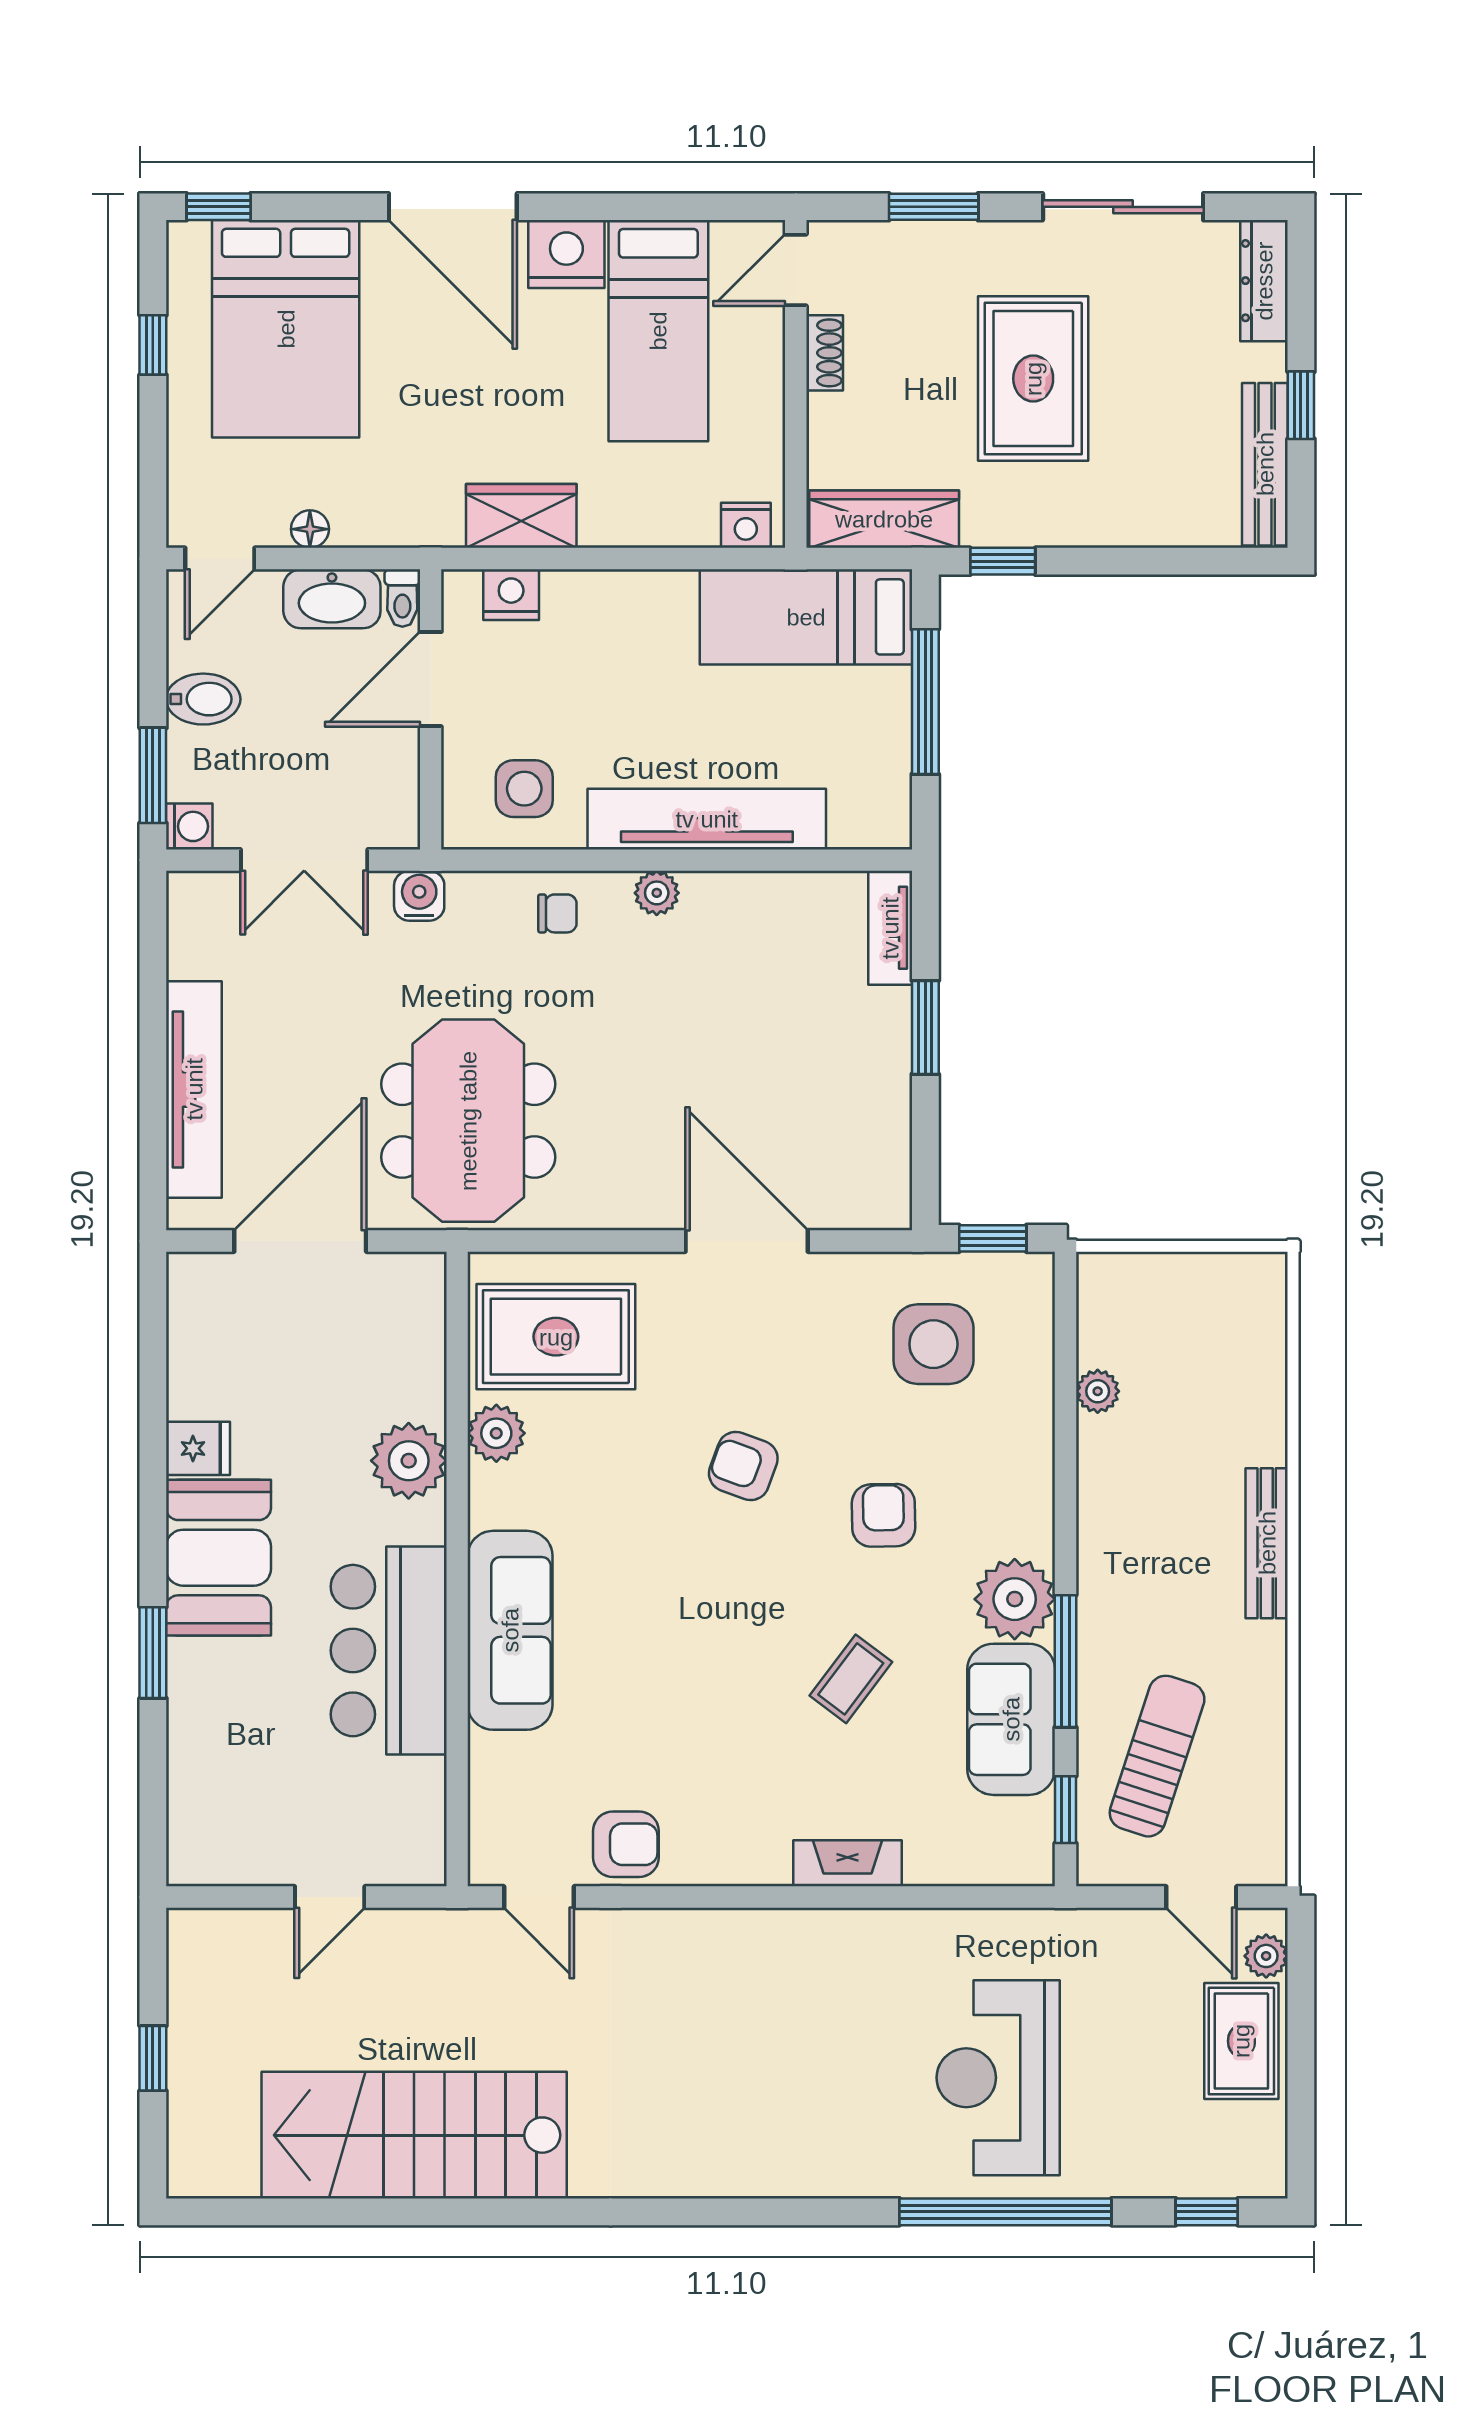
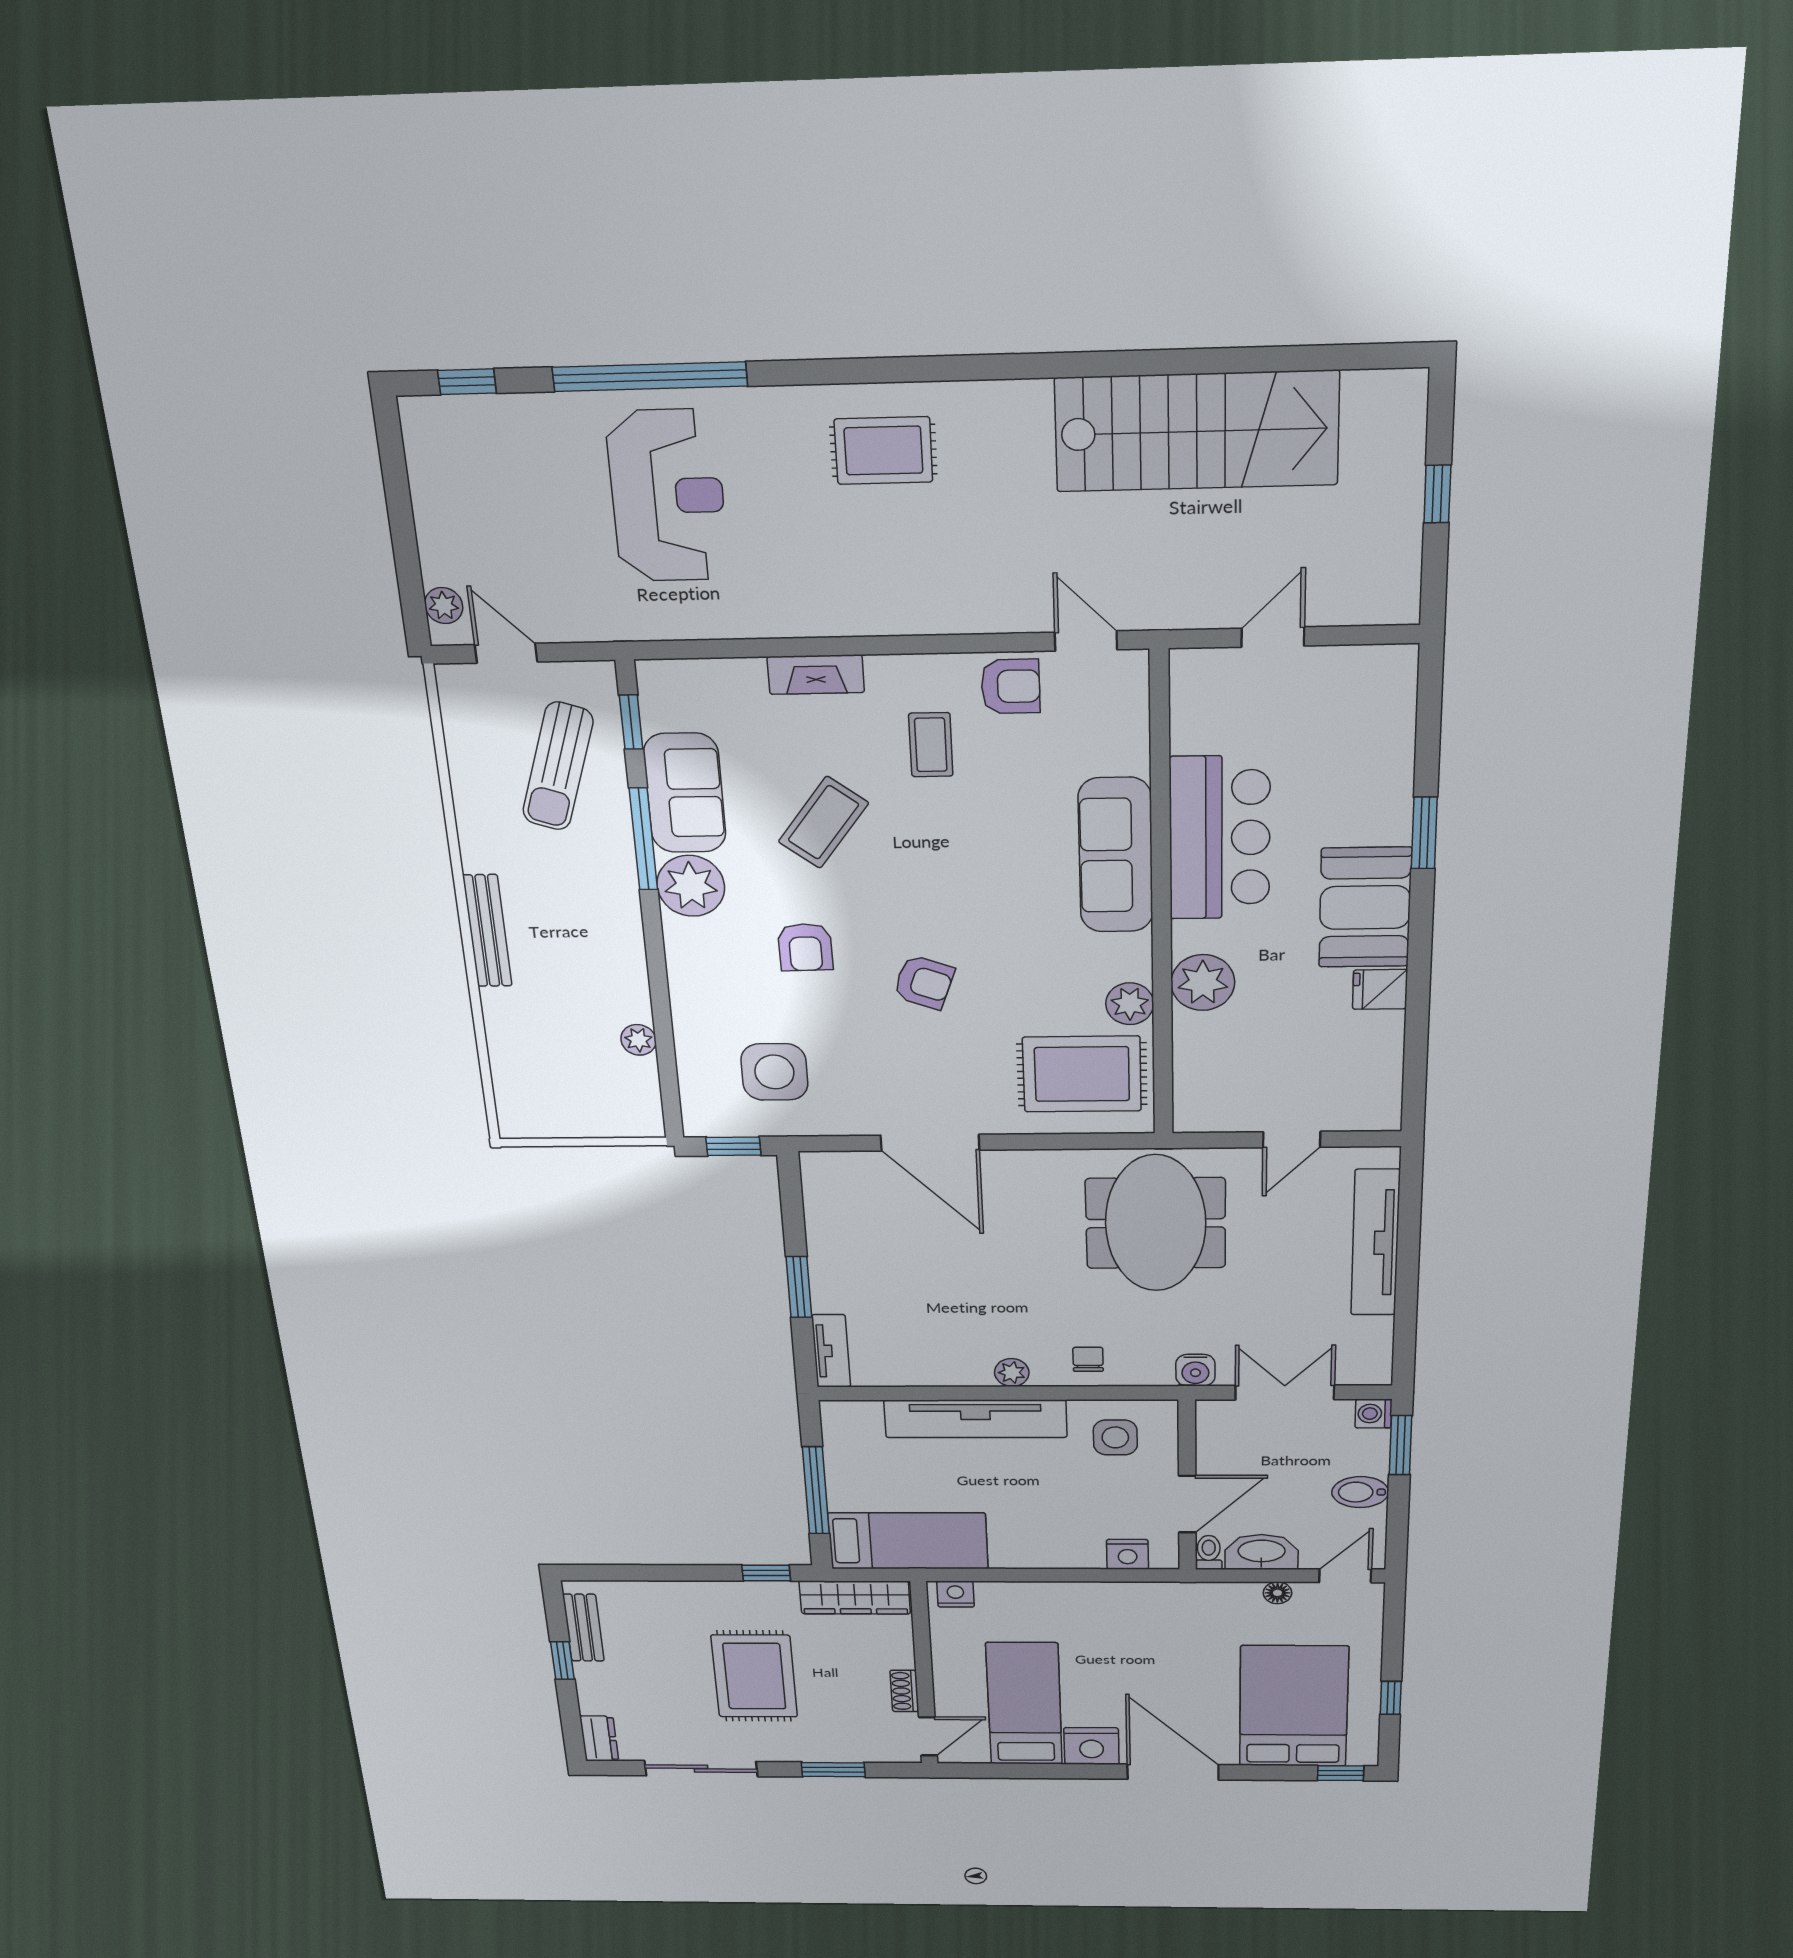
dresser: (1264, 281) -> (599, 1738), width x0.70
bench: (1265, 464) -> (583, 1628), width x0.73
wardrobe: (521, 516) -> (1121, 1600), removed
chair: (557, 913) -> (1088, 1359), turned 90
door: (300, 1241) -> (1292, 1140), width x0.53
coffee table: (851, 1679) -> (823, 822), width x1.36, depth x1.30
coffee table: (720, 1774) -> (931, 745), added
armchair: (626, 1844) -> (1011, 686), turned 180
rug: (1241, 2041) -> (883, 451), moved, turned 90

